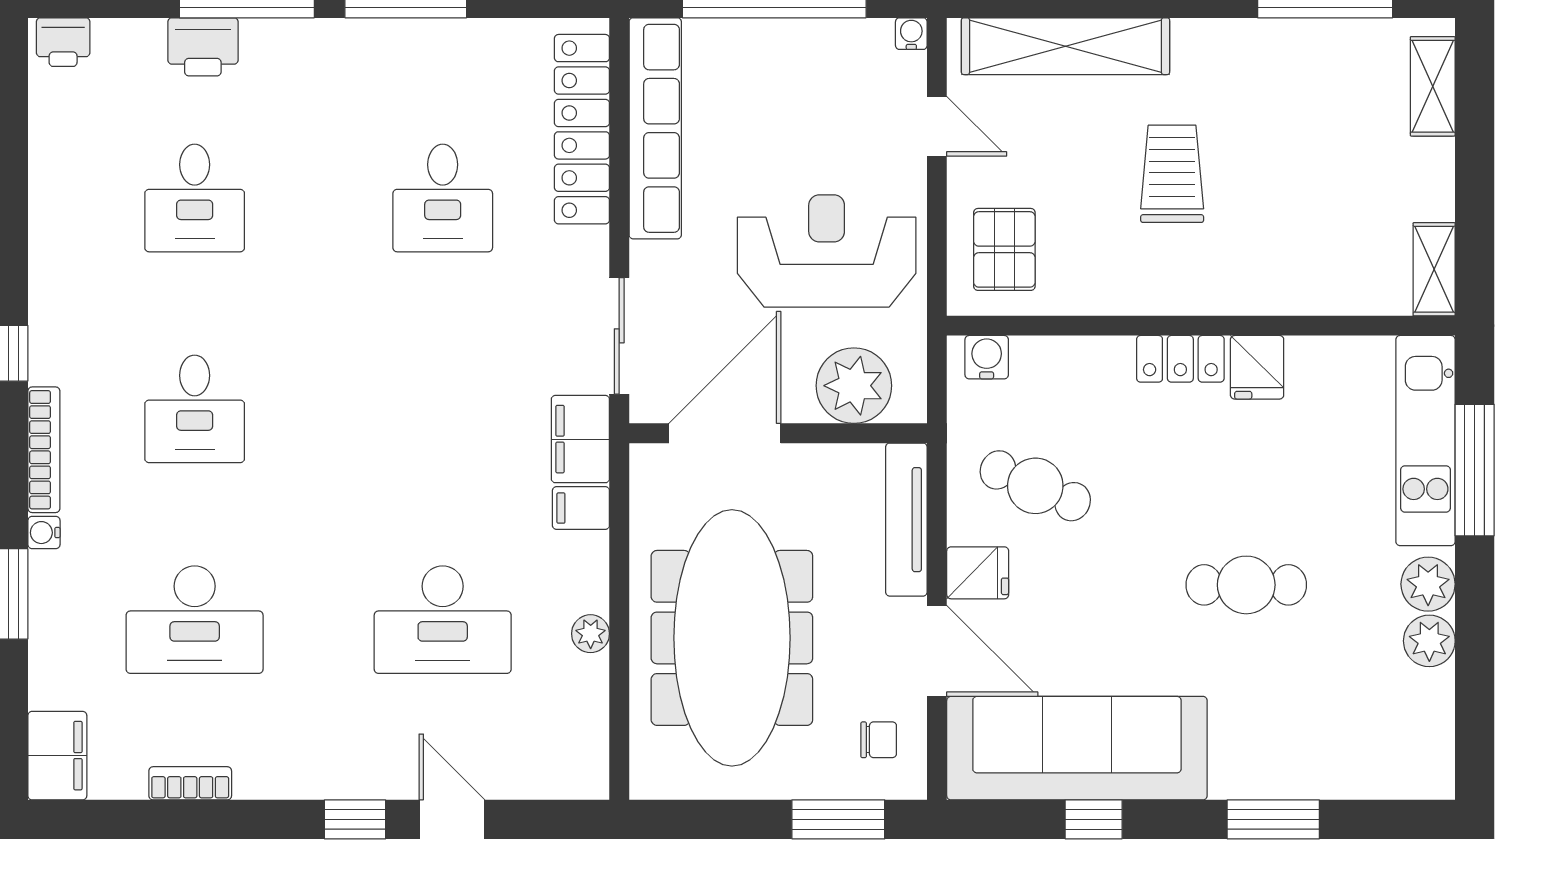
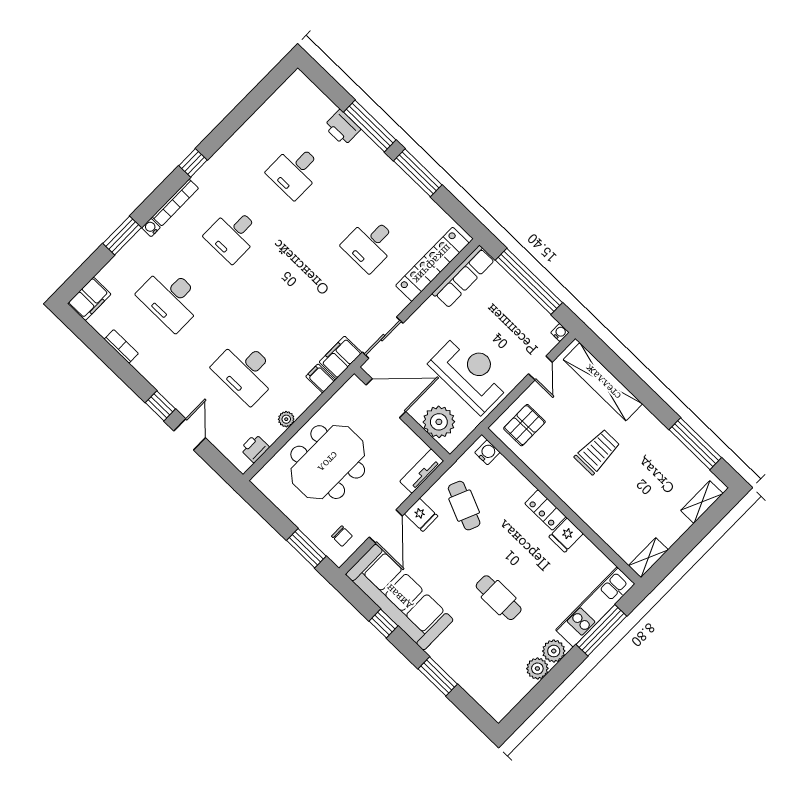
printer: (63, 42) -> (255, 448), moved, turned 90
row of seats: (655, 128) -> (463, 277), width x0.73
tv unit: (906, 520) -> (422, 471), width x0.71
meeting table: (732, 638) -> (328, 462), width x0.73

